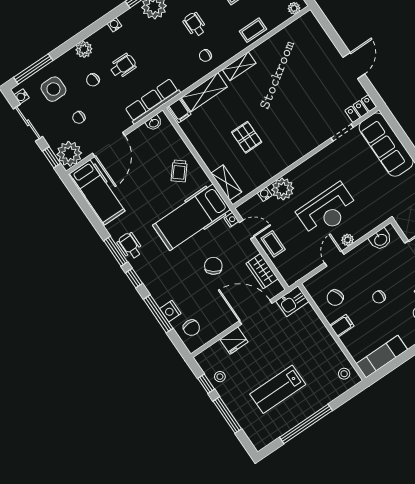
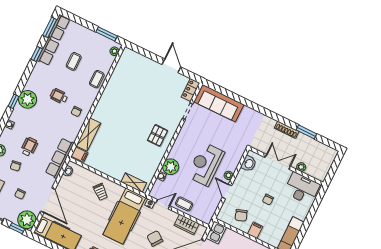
shelving: (239, 66) -> (101, 106), removed
pallet: (247, 137) -> (158, 135), moved, turned 90
reception desk: (327, 210) -> (206, 164), turned 180

